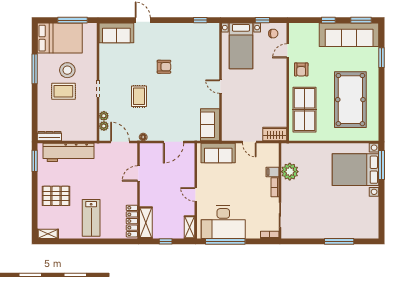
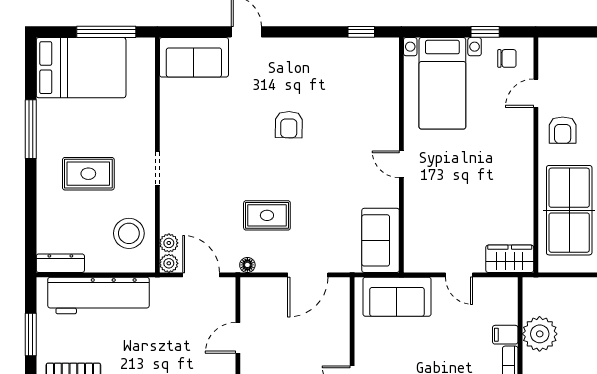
armchair: (164, 67) -> (289, 125), turned 91
stool: (67, 70) -> (129, 233), moved
rug: (139, 96) -> (267, 215), moved, turned 90
plant: (104, 116) -> (169, 263), moved
window: (35, 161) -> (31, 335), moved

